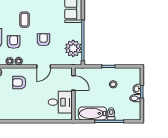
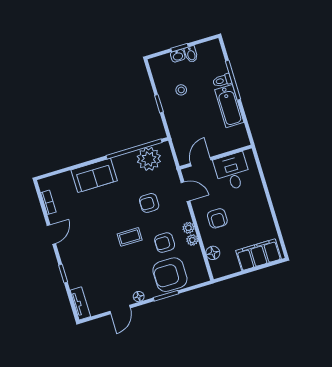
door: (73, 83) -> (201, 162), moved
wall: (73, 94) -> (216, 157), moved
desk: (60, 102) -> (232, 172), moved

